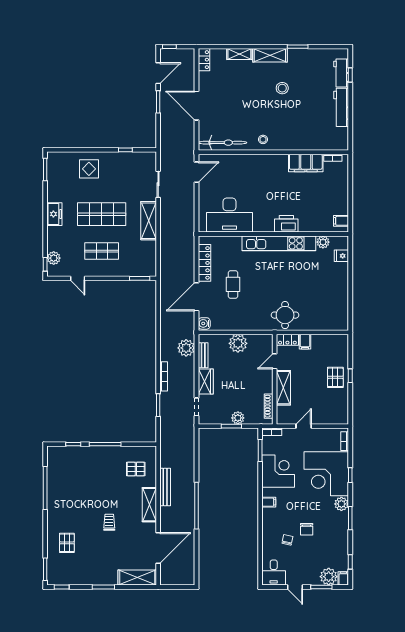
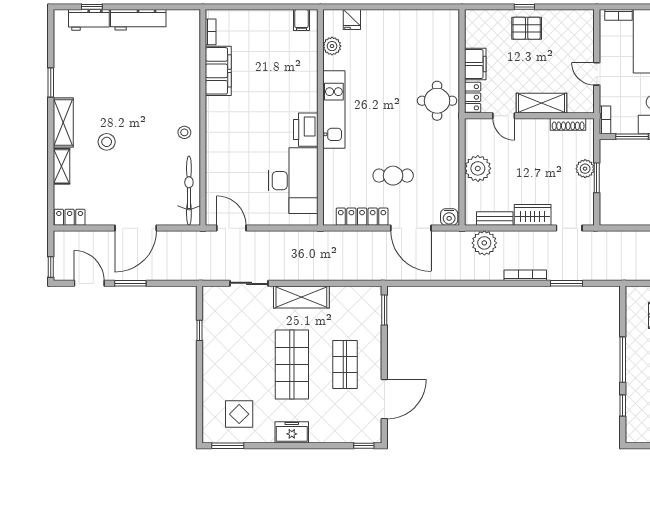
stool: (282, 88) -> (107, 142), moved
display table: (89, 169) -> (239, 414), moved
printer: (286, 224) -> (306, 130), moved
kitchen unit: (279, 243) -> (334, 109), width x0.73
plant: (54, 258) -> (355, 434), removed
door: (78, 278) -> (384, 399), width x1.88
filing cabinet: (305, 342) -> (475, 64), width x2.00

